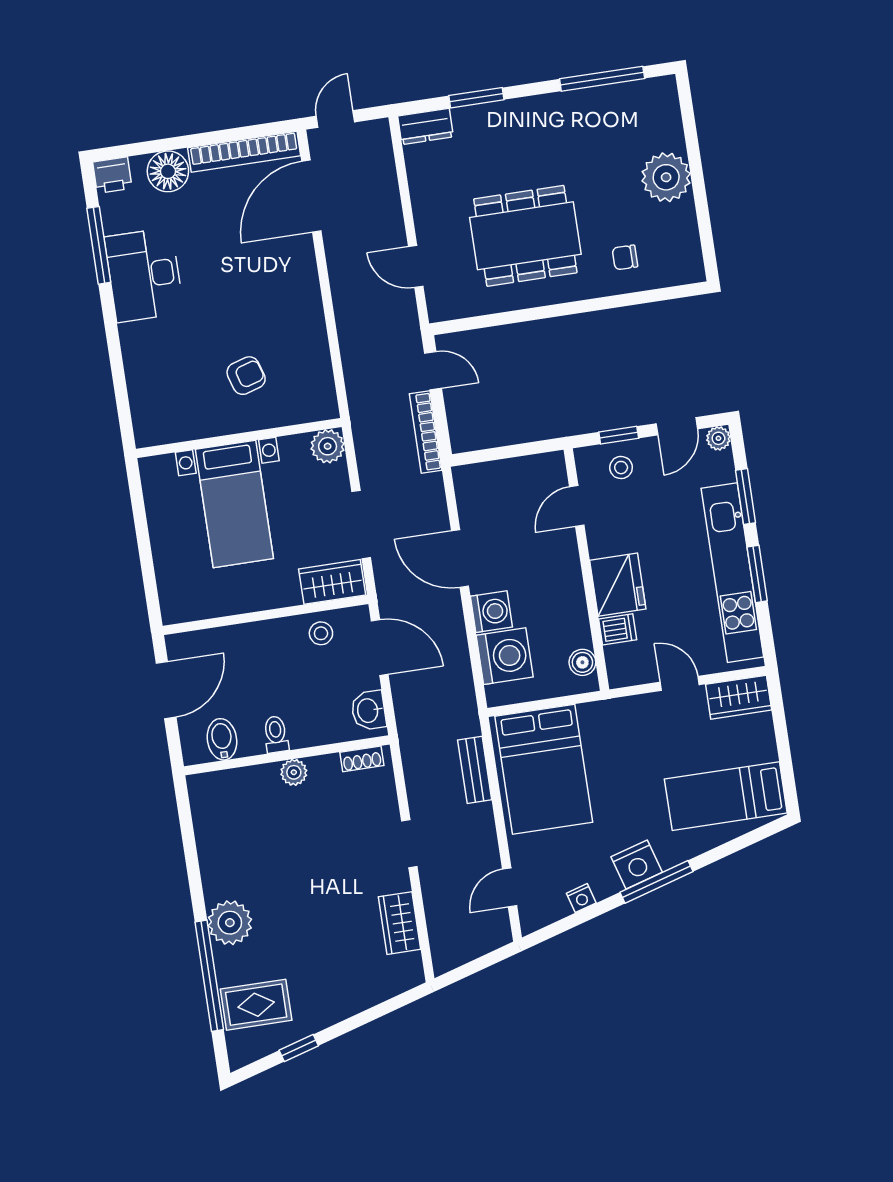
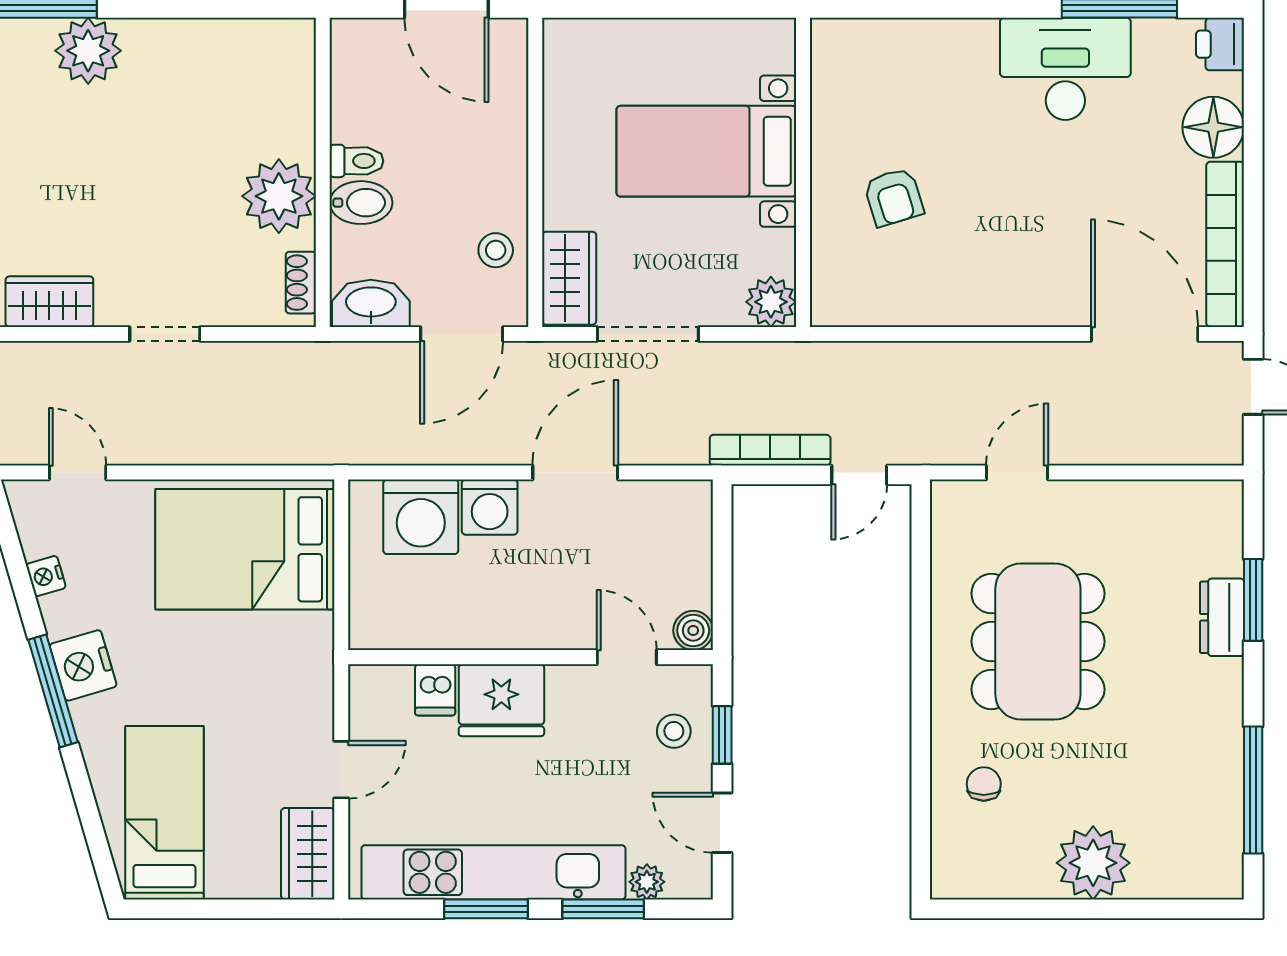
dresser: (426, 126) -> (1222, 617), moved
plant: (718, 438) -> (647, 882), moved
boiler: (582, 662) -> (693, 630), moved
washbasin: (369, 710) -> (371, 303), width x1.38
bidet: (222, 739) -> (361, 203), moved
bench: (475, 770) -> (259, 447), removed
plant: (294, 772) -> (279, 196), width x1.87, depth x1.87

